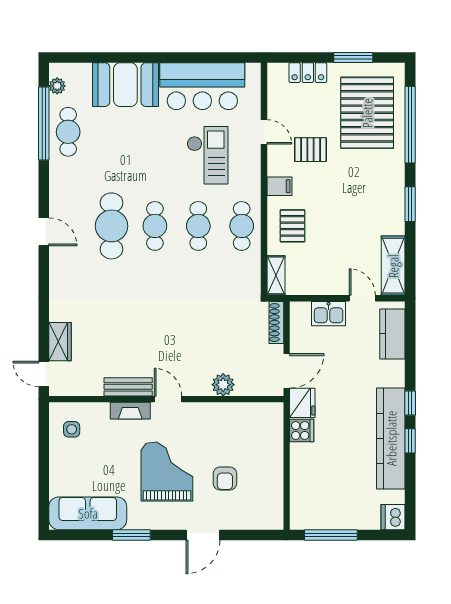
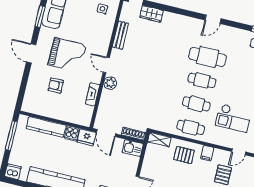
kitchen sink: (329, 314) -> (133, 148), moved, turned -90
plant: (223, 385) -> (110, 83), moved
bench: (128, 387) -> (120, 35), moved
door: (168, 399) -> (106, 65), swing flipped
fireplace: (130, 411) -> (93, 94), moved
kitchen counter: (301, 478) -> (46, 127), added
window: (131, 535) -> (40, 16), moved
door: (203, 535) -> (31, 53), moved

